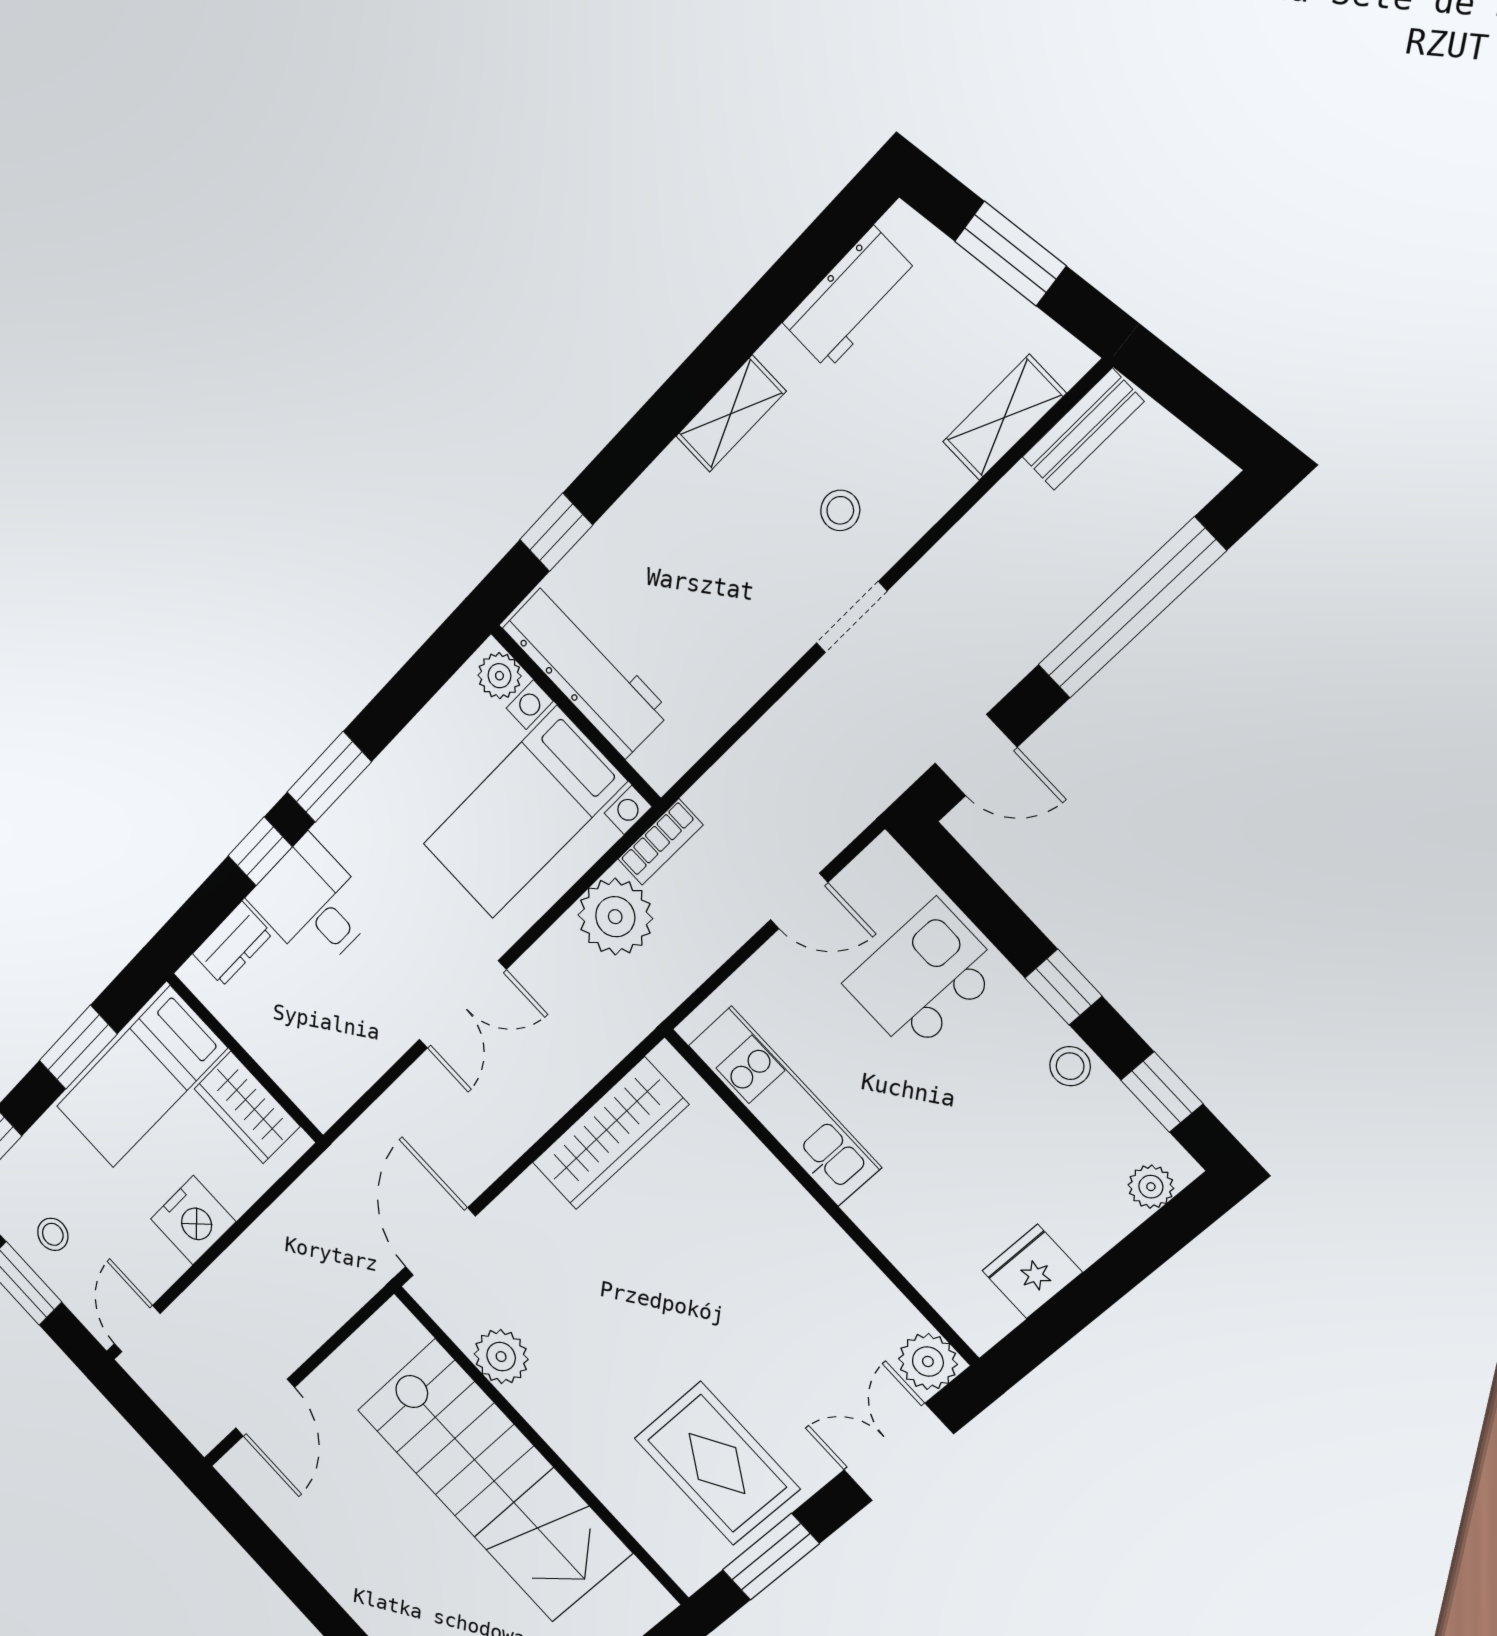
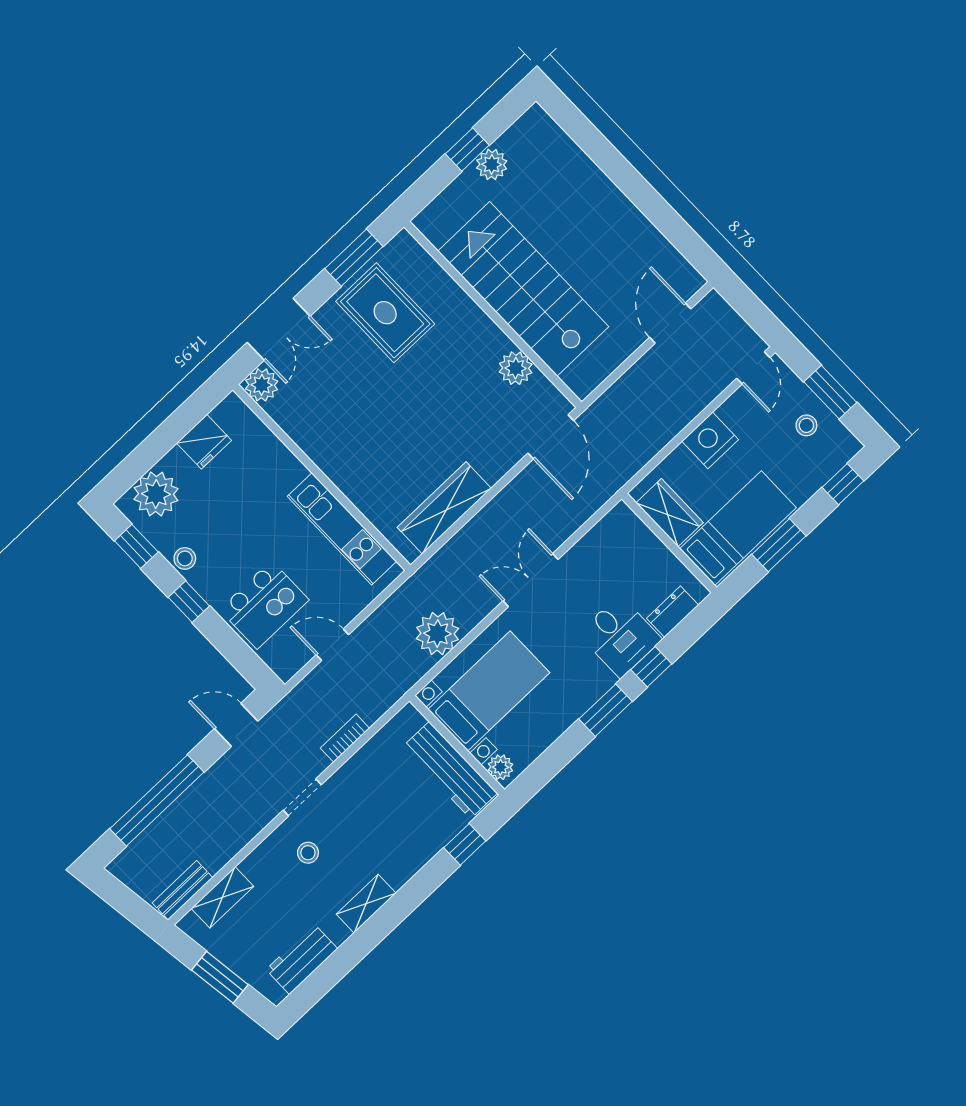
bookcase: (660, 842) -> (345, 738), moved
plant: (1151, 1187) -> (156, 494), width x1.87, depth x1.87

